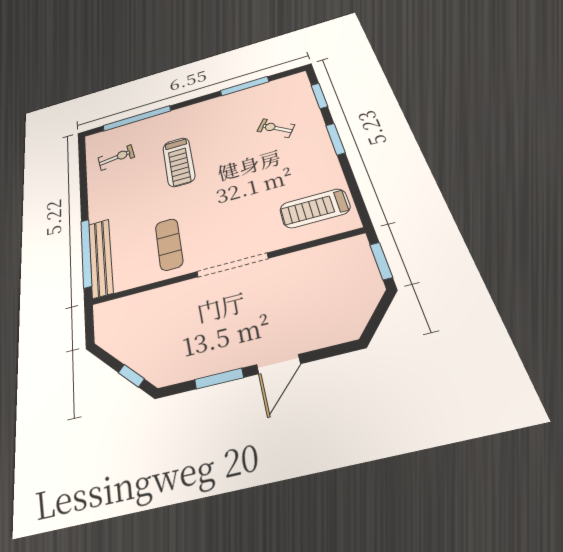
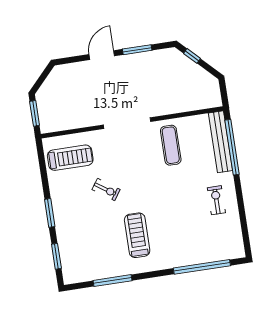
exercise bike: (276, 128) -> (106, 190), moved
exercise bike: (116, 157) -> (216, 200), moved, turned 98
treadmill: (179, 162) -> (137, 235), moved

